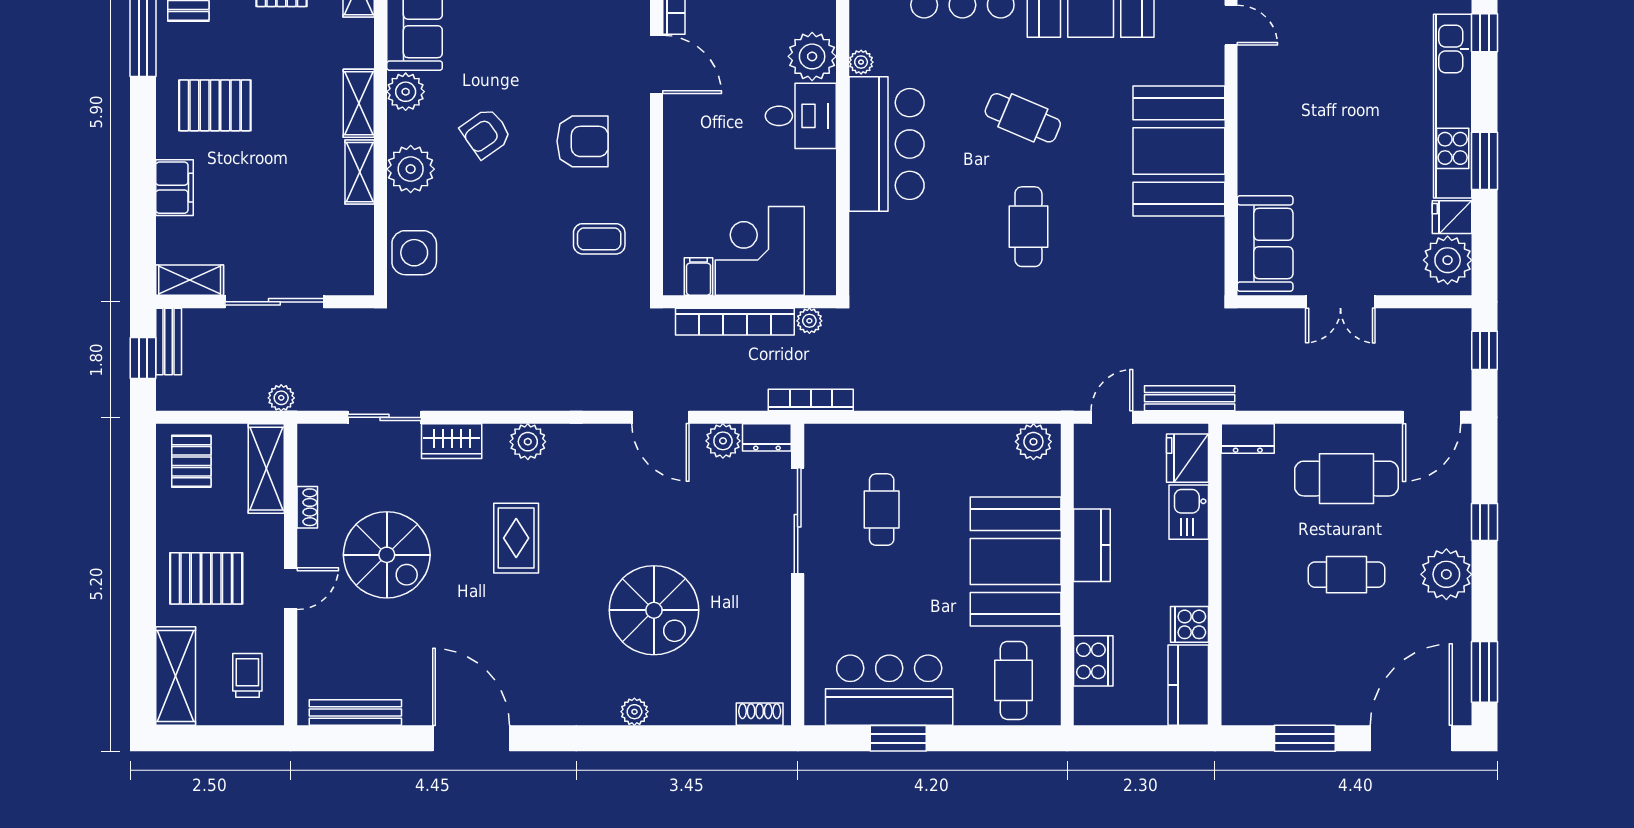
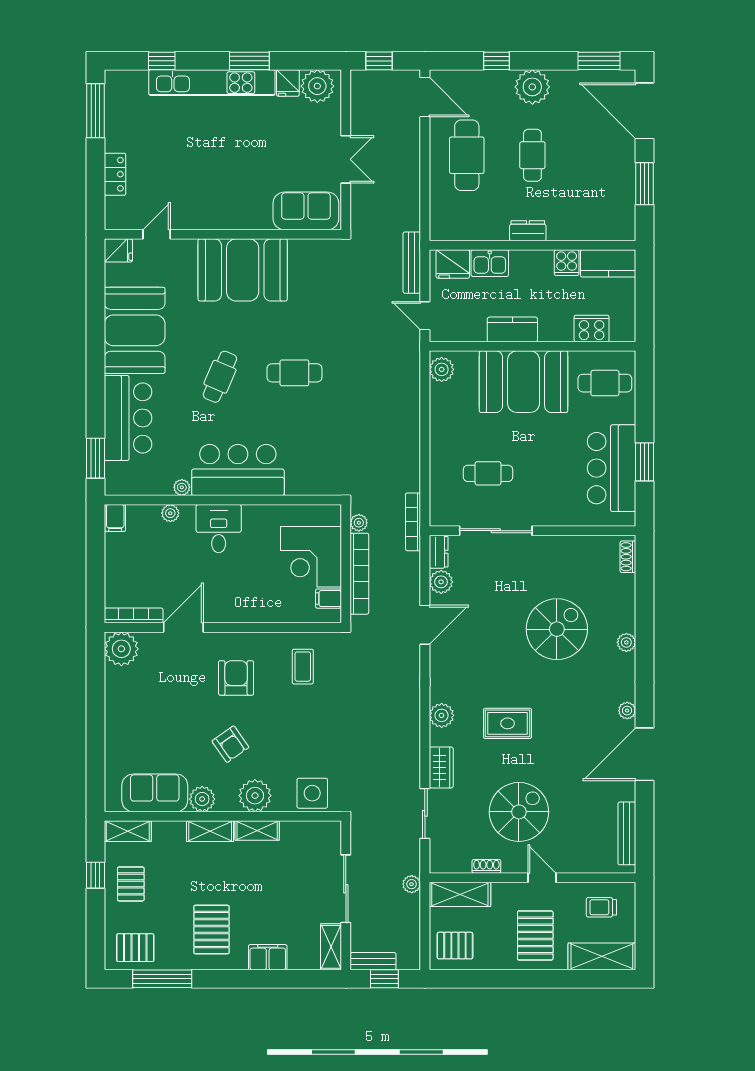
plant: (812, 56) -> (170, 513), width x0.53, depth x0.53
dresser: (1248, 439) -> (528, 231), moved, turned -90
plant: (535, 713) -> (627, 711), added

